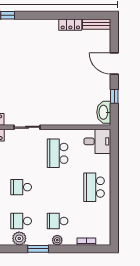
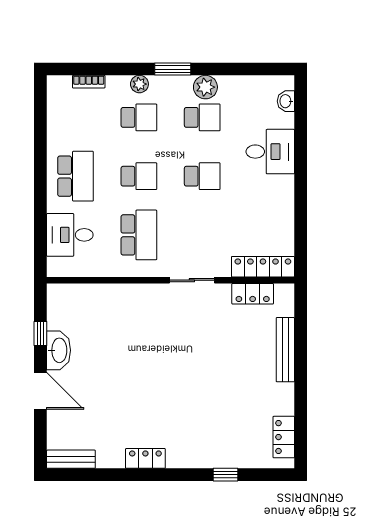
locker: (70, 25) -> (145, 458), moved
washbasin: (104, 112) -> (59, 350), moved
desk: (97, 141) -> (70, 235), moved
school desk: (58, 187) -> (139, 176), added

